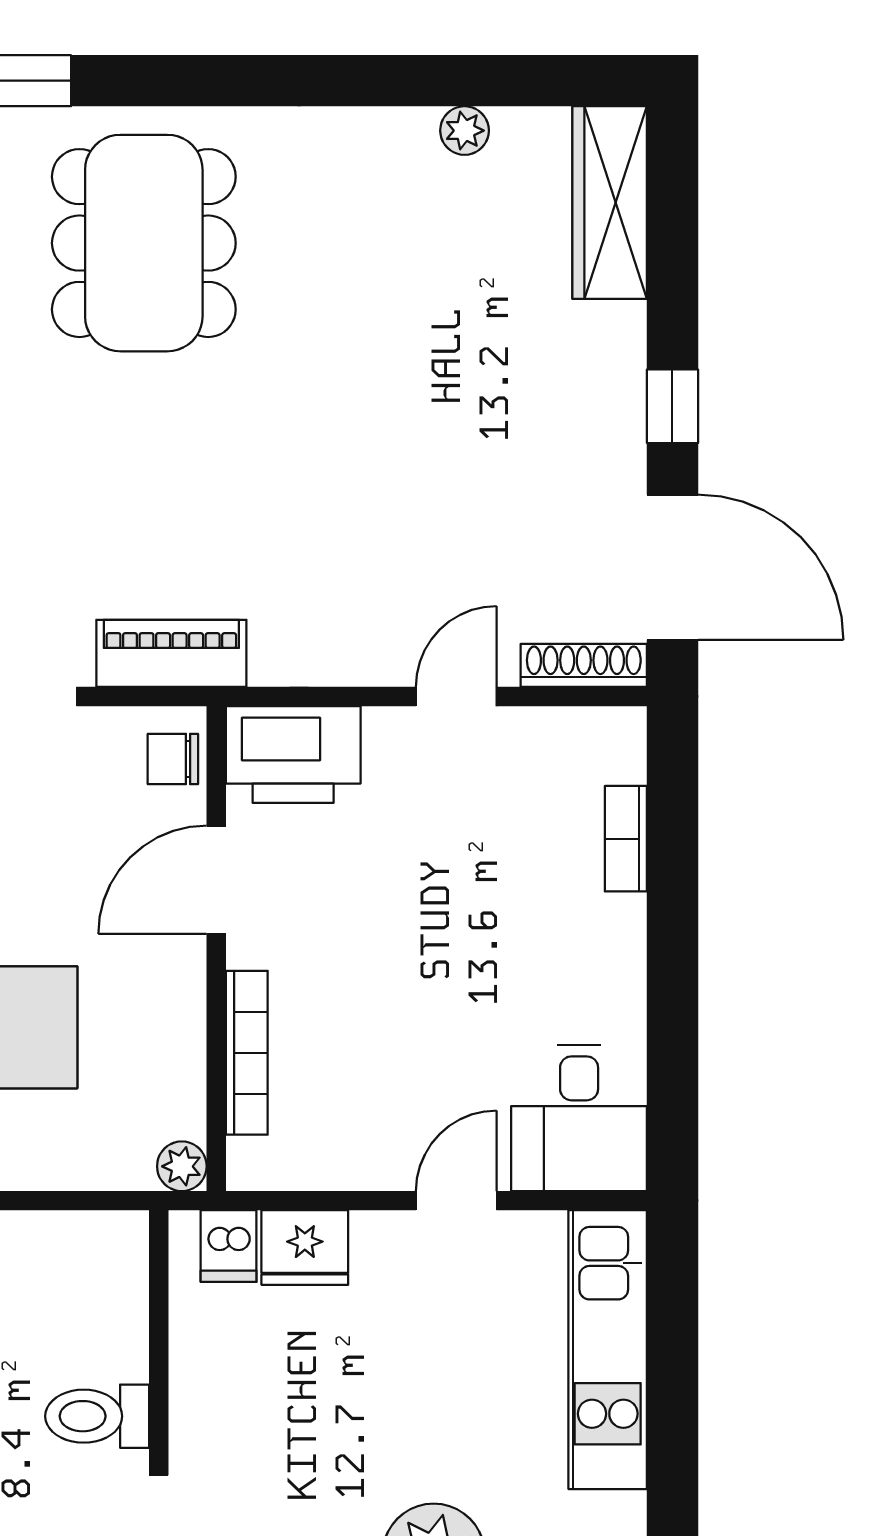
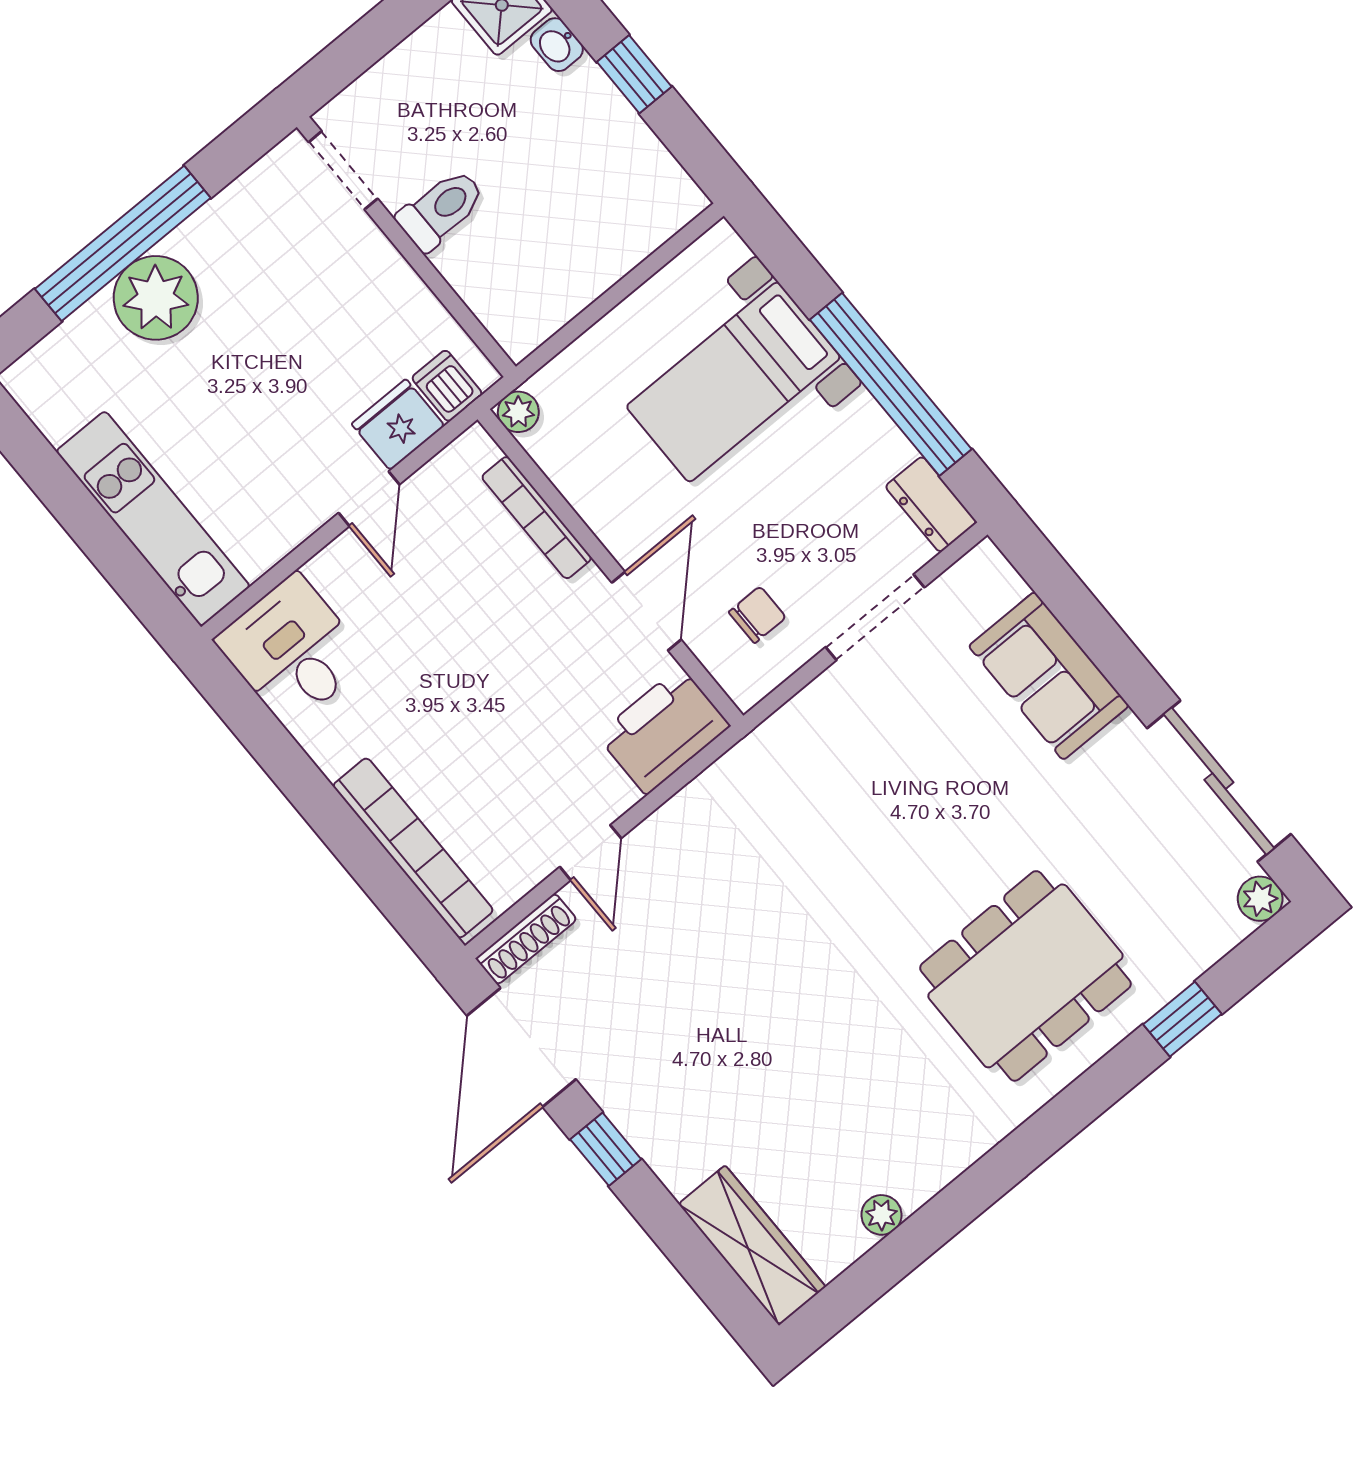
dining table: (144, 243) -> (1025, 976), turned 90
door: (672, 567) -> (521, 1047), hinge flipped
piano: (171, 653) -> (793, 731), removed
chair: (173, 759) -> (757, 615), moved
bookcase: (626, 839) -> (413, 848), width x2.31, depth x1.31
door: (456, 1201) -> (369, 499), moved

